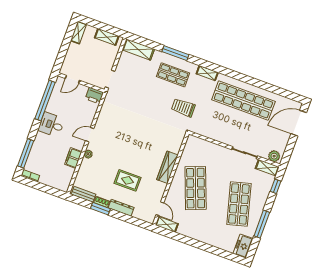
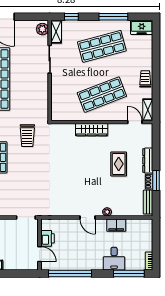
printer: (94, 96) -> (48, 238), moved
desk: (51, 125) -> (114, 259), moved
door: (160, 209) -> (135, 122), hinge flipped
trolley: (195, 232) -> (145, 79), added

